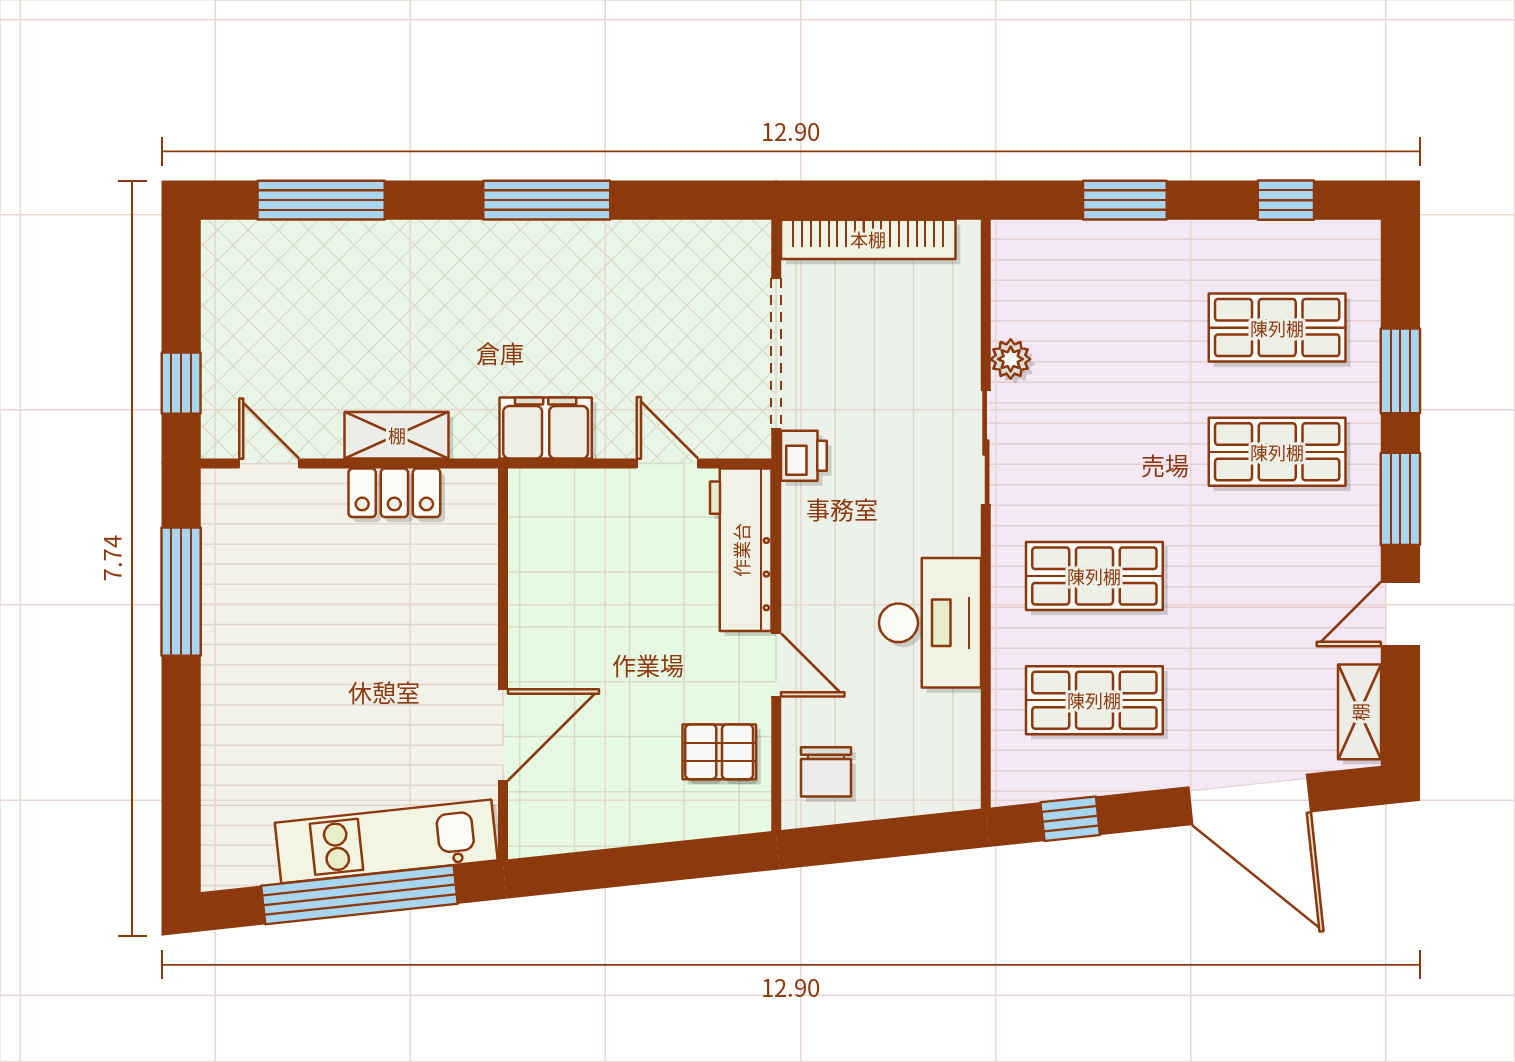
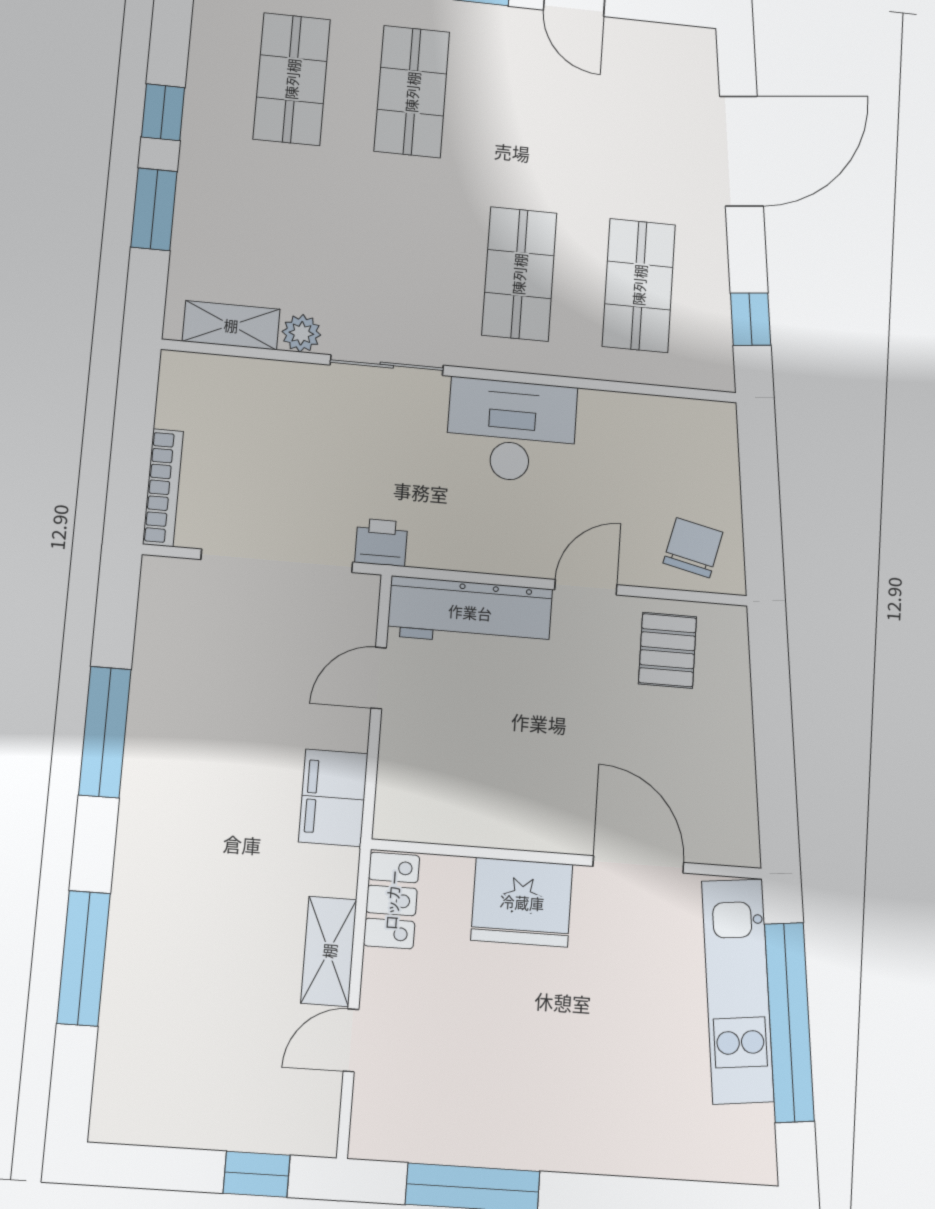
window: (321, 200) -> (84, 958), moved
window: (547, 200) -> (105, 732), moved
window: (1286, 200) -> (163, 112), moved
bookcase: (868, 239) -> (163, 488), width x0.68, depth x0.76
door: (269, 464) -> (351, 1040), moved
locker: (394, 493) -> (392, 900), moved
fridge: (458, 621) -> (522, 902), added
desk: (930, 623) -> (511, 431), moved
shelving: (1360, 712) -> (231, 325), moved
chair: (826, 772) -> (693, 548), turned -77

